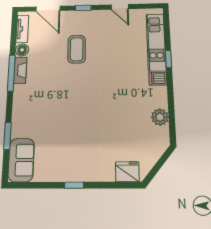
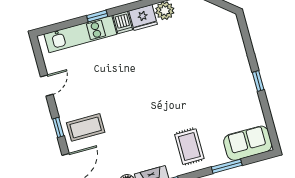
coffee table: (77, 49) -> (86, 127), moved
rug: (35, 108) -> (189, 147), added
fridge: (127, 172) -> (143, 18), moved, turned -90

